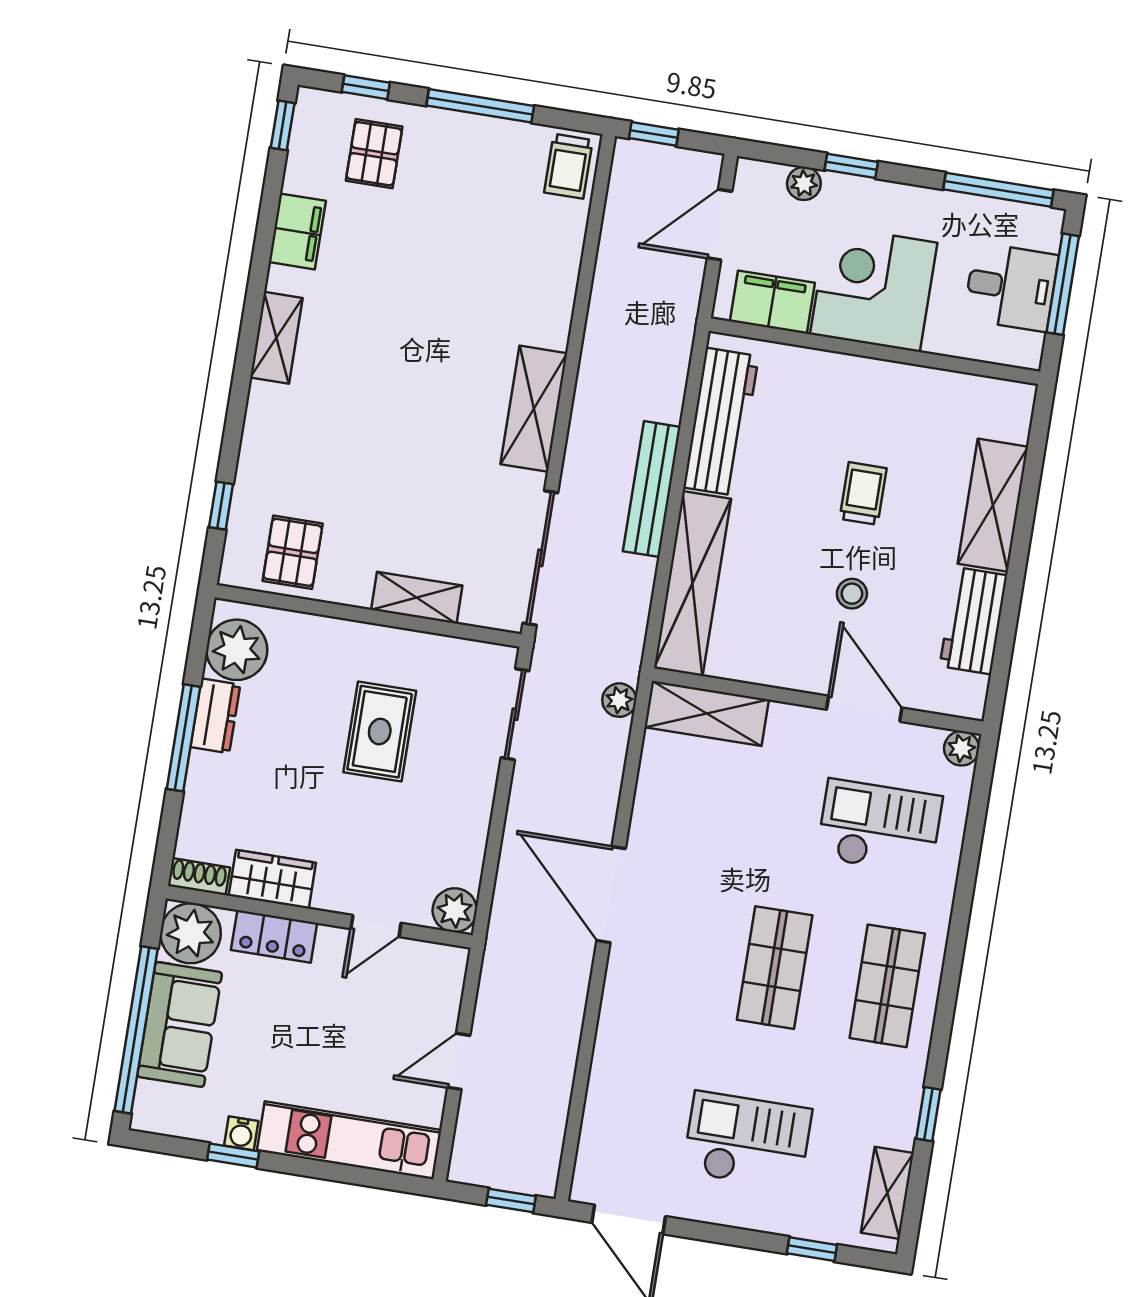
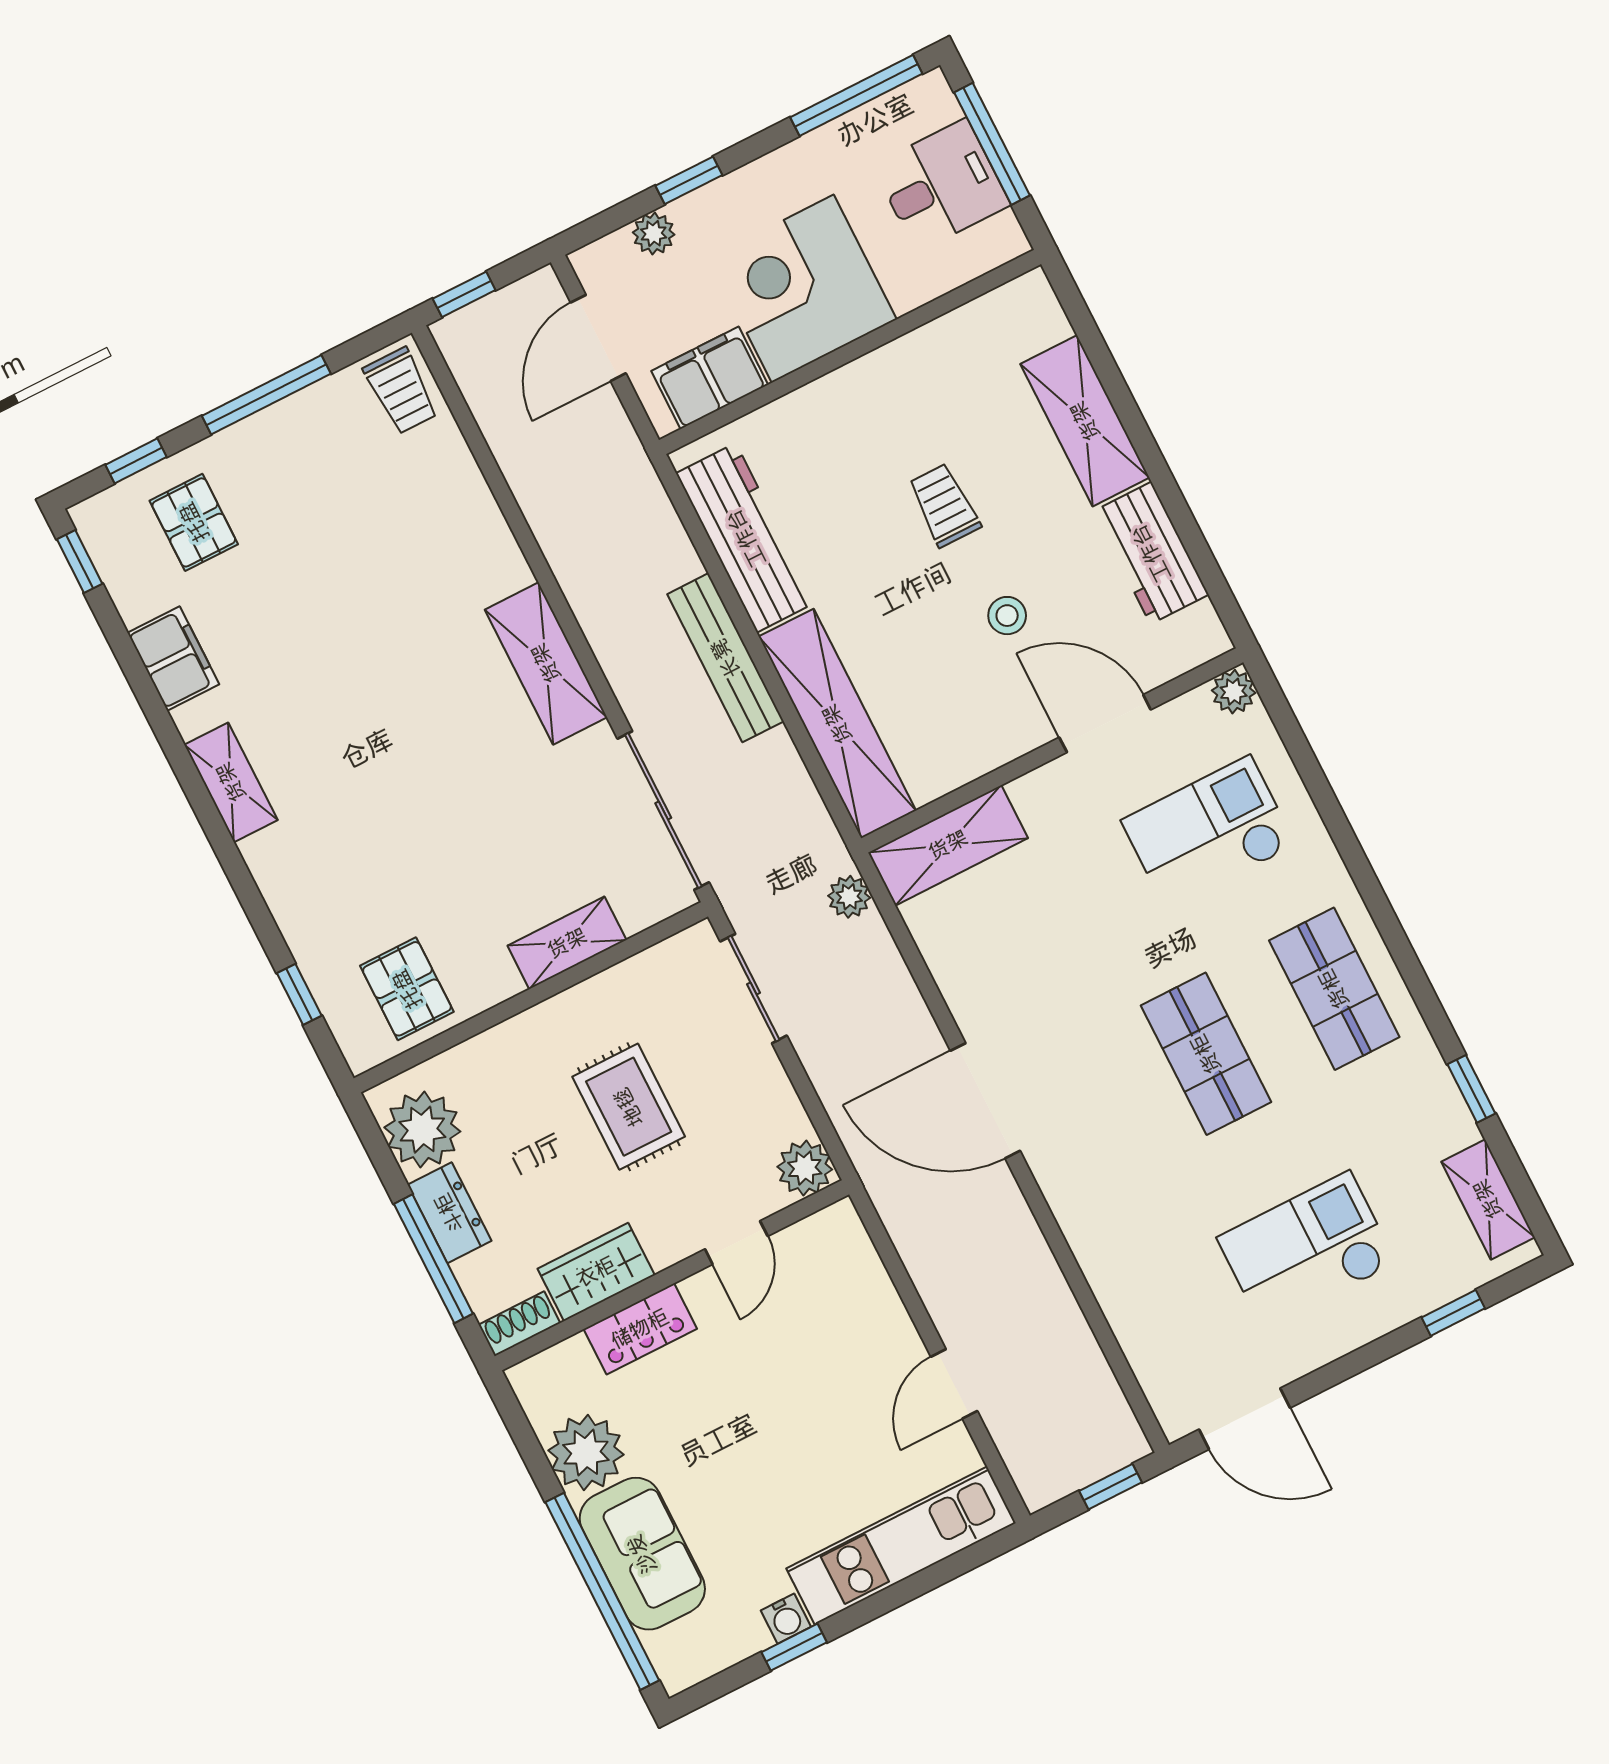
shoe rack: (199, 877) -> (519, 1324), moved
wardrobe: (272, 879) -> (596, 1272), moved
plant: (455, 910) -> (805, 1168), moved
wall: (319, 917) -> (672, 1275), moved
door: (376, 926) -> (736, 1243), moved
locker: (274, 936) -> (640, 1329), moved

